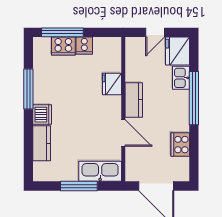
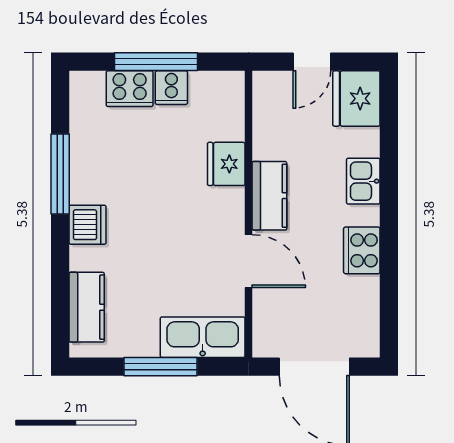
window: (62, 32) -> (156, 62), moved
kitchen sink: (181, 78) -> (363, 181), moved
window: (194, 98) -> (389, 192), removed
kitchen counter: (42, 143) -> (87, 307), moved
cooker: (180, 145) -> (362, 250), moved

